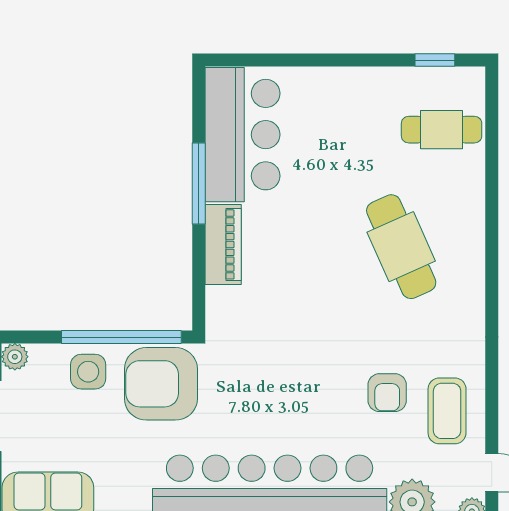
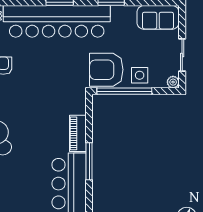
armchair: (161, 384) -> (106, 70), turned 180

